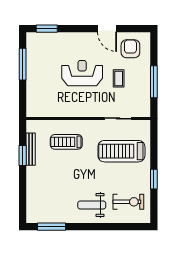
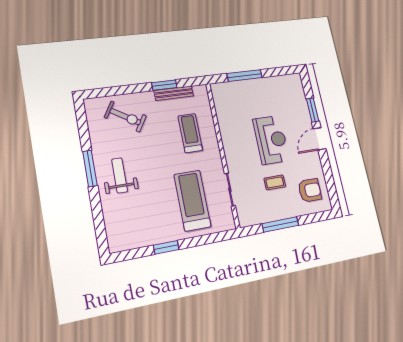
window: (47, 29) -> (313, 110), moved
door: (107, 29) -> (320, 139), moved
window: (23, 64) -> (245, 76), moved
exercise bike: (128, 202) -> (125, 117), moved, turned -58
window: (52, 227) -> (90, 169), moved

